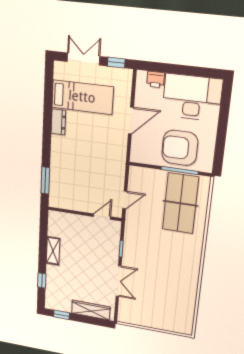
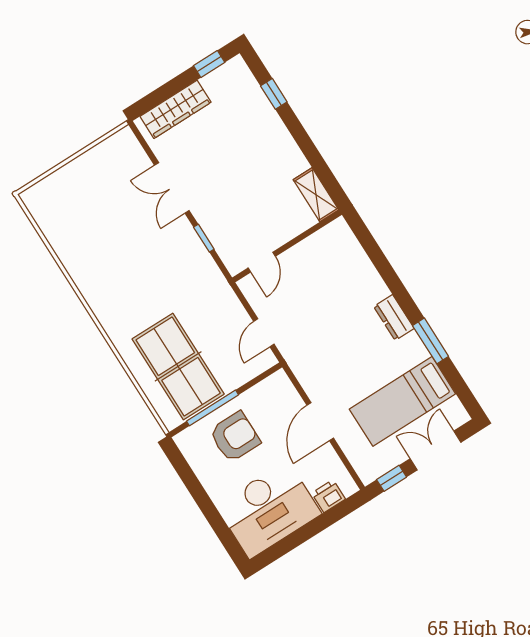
double door: (83, 59) -> (436, 450), swing flipped
dresser: (58, 122) -> (394, 317), moved
armchair: (180, 148) -> (235, 437), width x0.73, depth x0.73
window: (45, 180) -> (431, 341), moved
door: (125, 200) -> (264, 333), moved
shelving: (53, 251) -> (316, 195), moved

